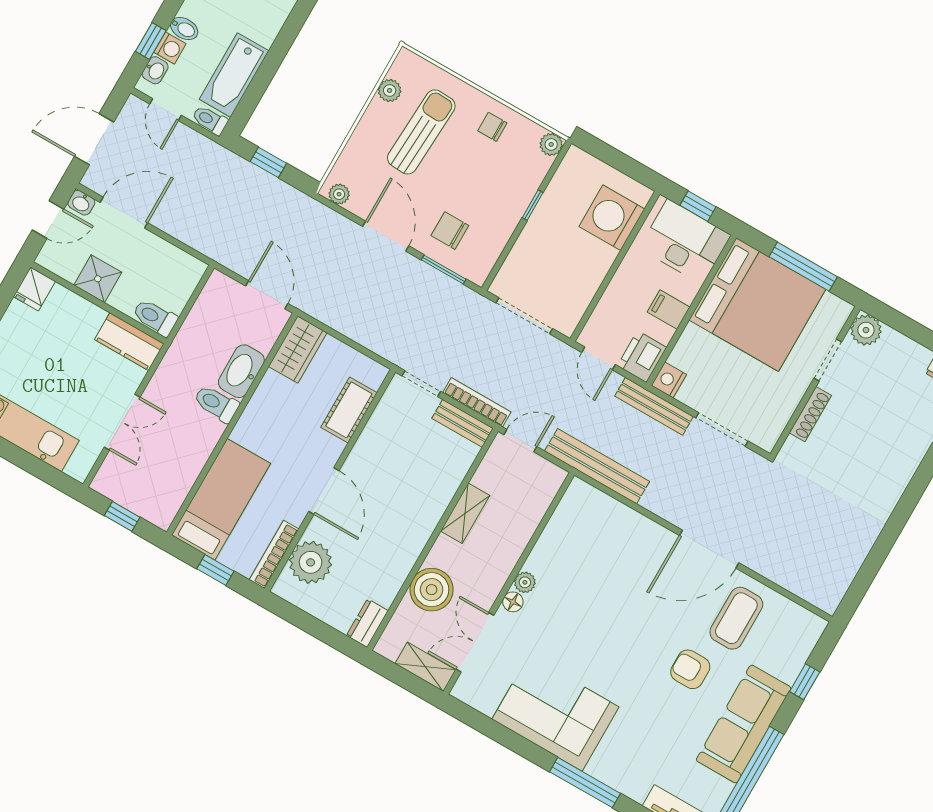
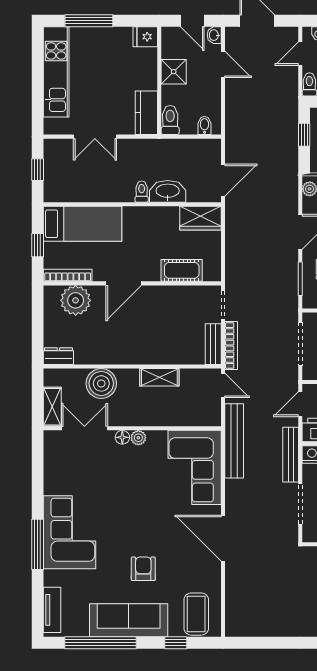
door: (124, 213) -> (223, 64), width x0.73
bidet: (186, 279) -> (204, 125), added
toilet: (216, 404) -> (142, 192), width x0.73, depth x0.72
corner sofa: (601, 534) -> (195, 467), added
coffee table: (736, 618) -> (196, 614), moved, turned 90
corner sofa: (555, 713) -> (69, 532), moved

